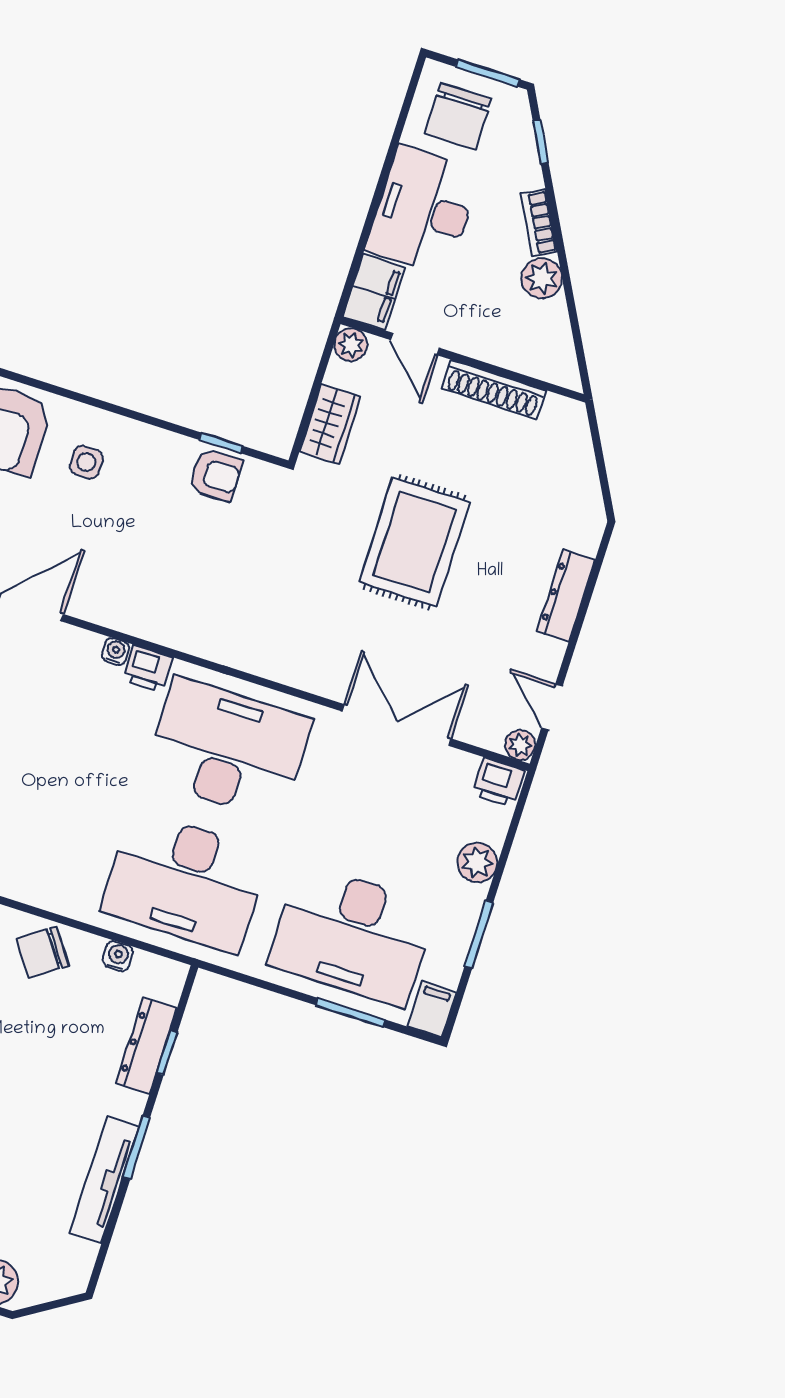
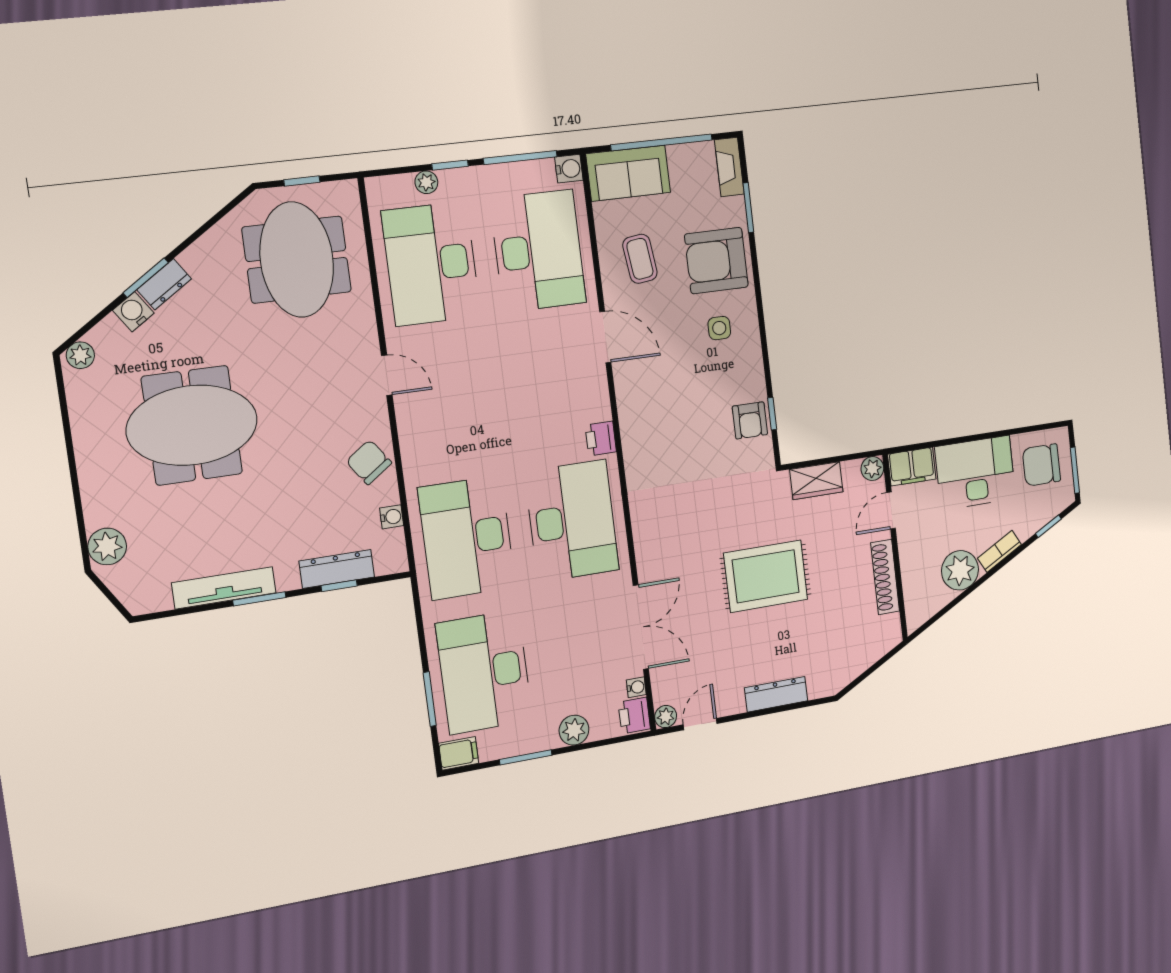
plant: (542, 278) -> (960, 570), width x1.36, depth x1.36
water cooler: (115, 652) -> (636, 687), moved

